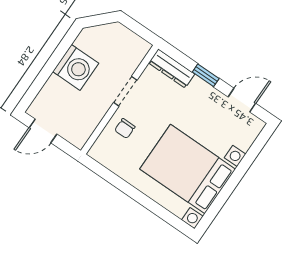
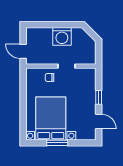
dresser: (172, 68) -> (91, 80), removed
door: (43, 131) -> (23, 51), moved
window: (231, 184) -> (57, 143), added

